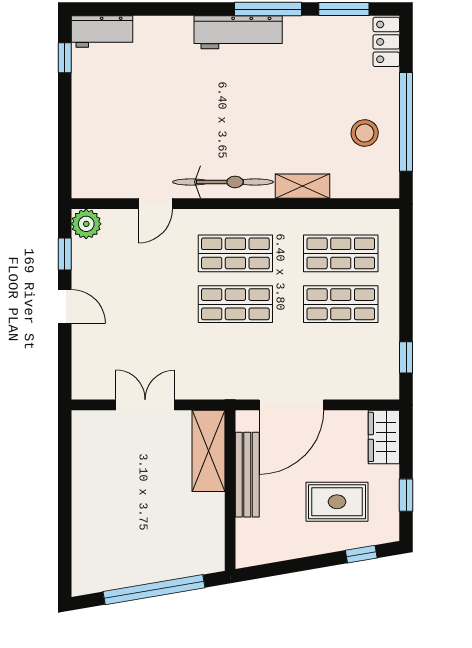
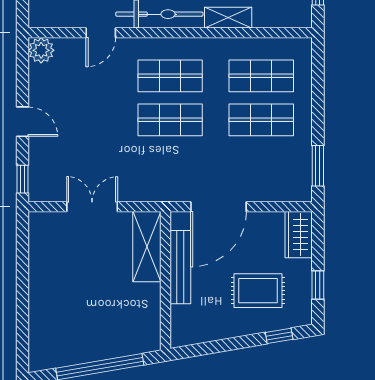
window: (65, 254) -> (23, 179), moved
window: (406, 357) -> (318, 166), width x1.50

